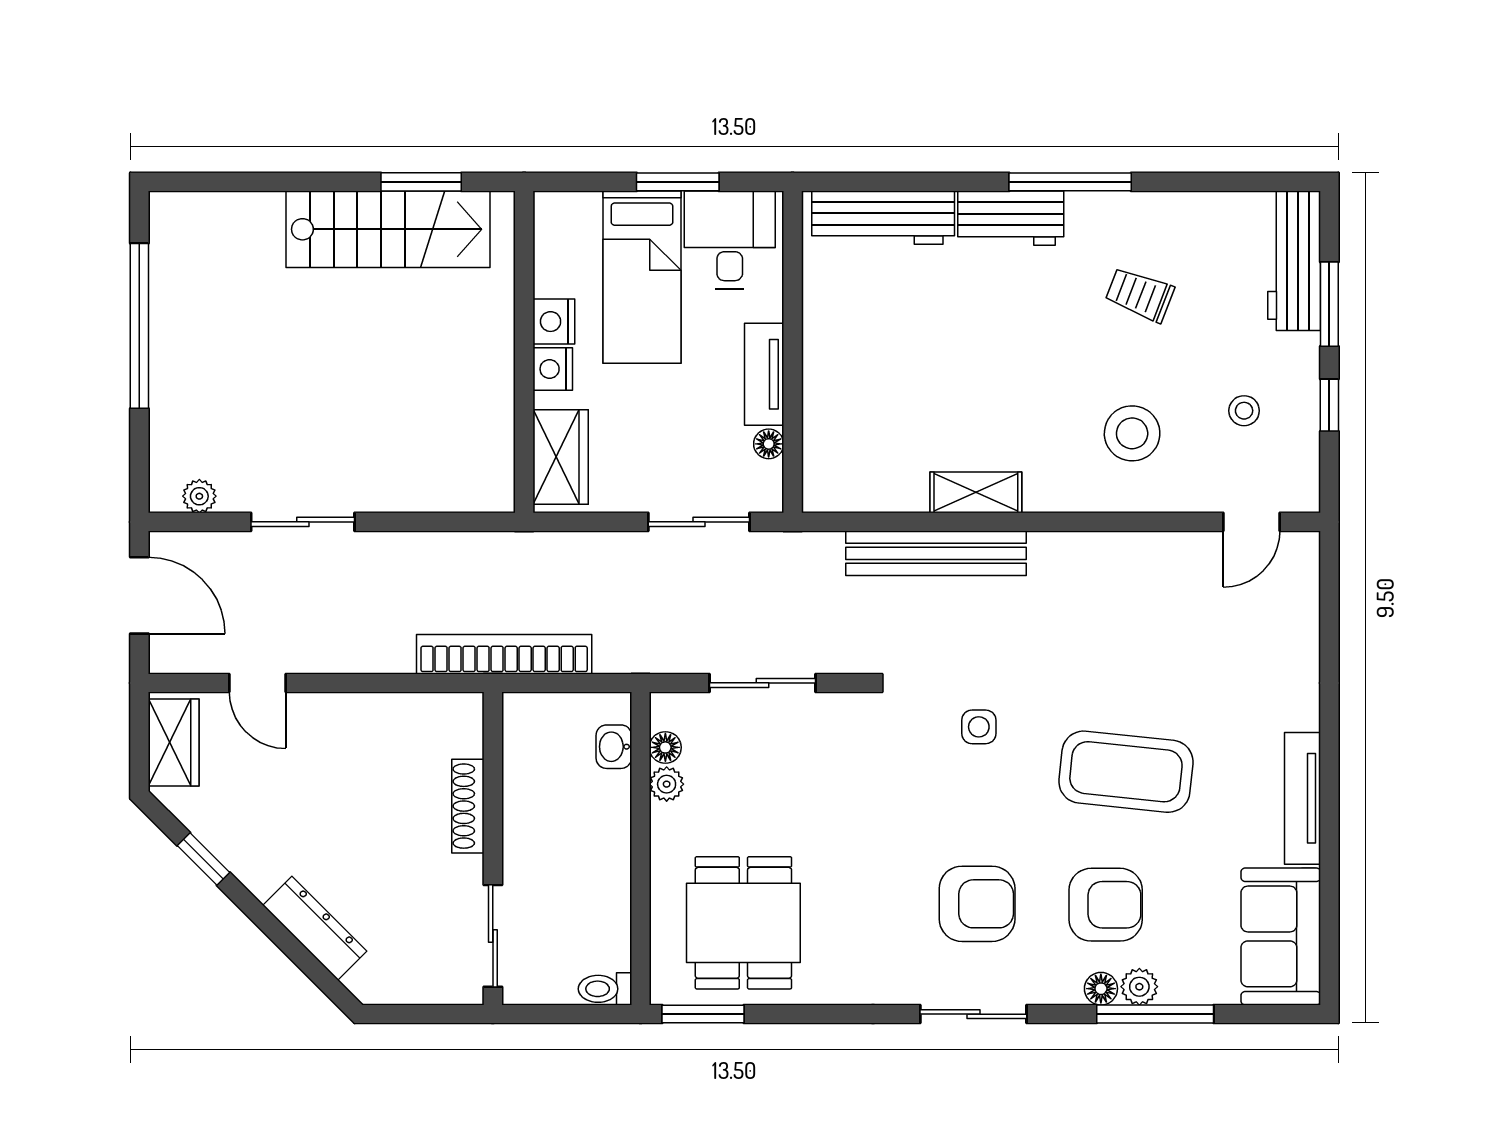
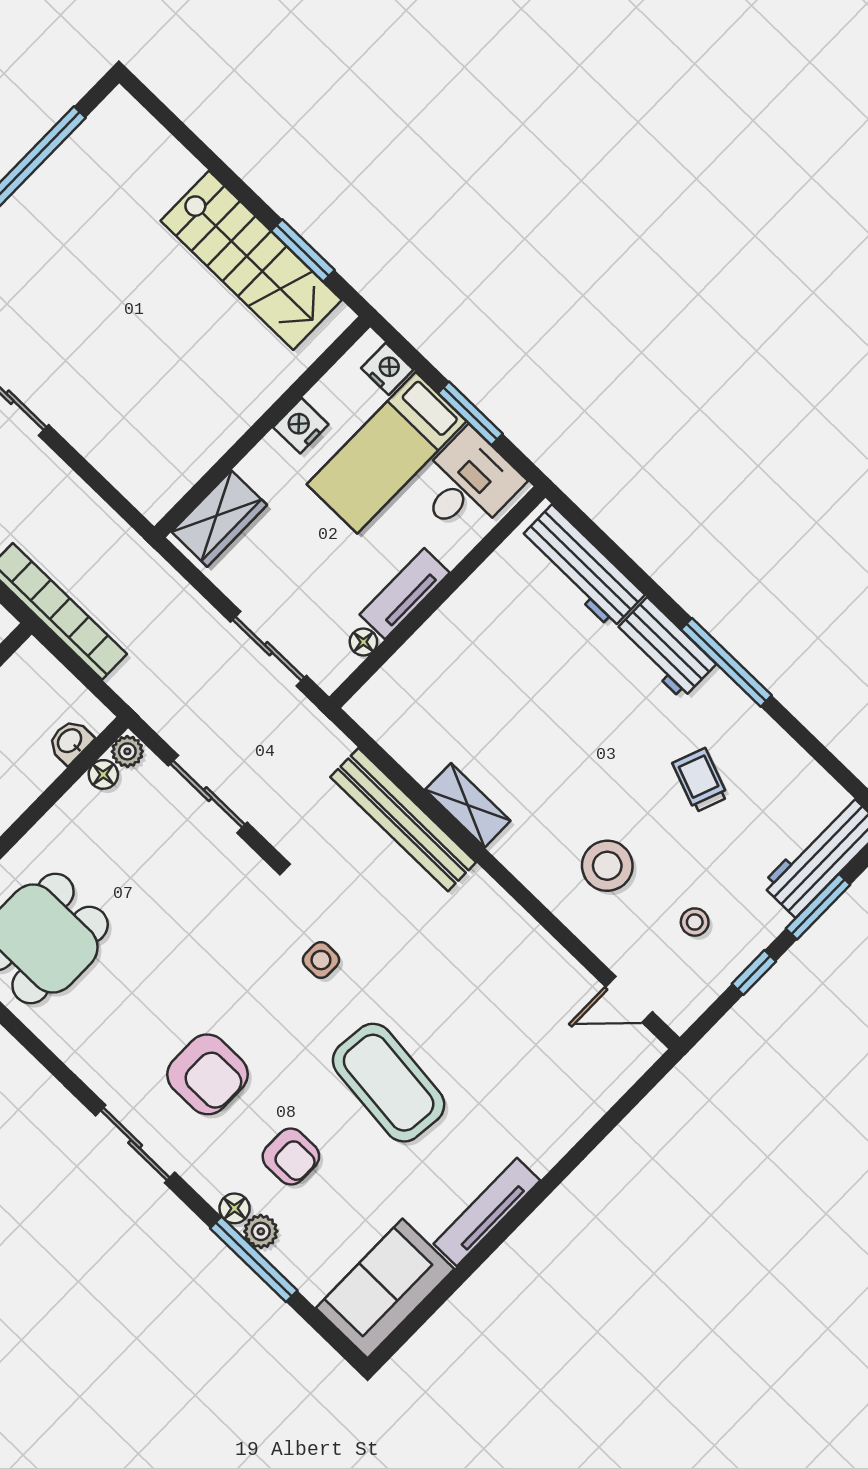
nightstand: (553, 369) -> (387, 369), moved, turned 90
plant: (667, 784) -> (127, 751), moved
armchair: (1106, 905) -> (291, 1157), width x0.72, depth x0.72

